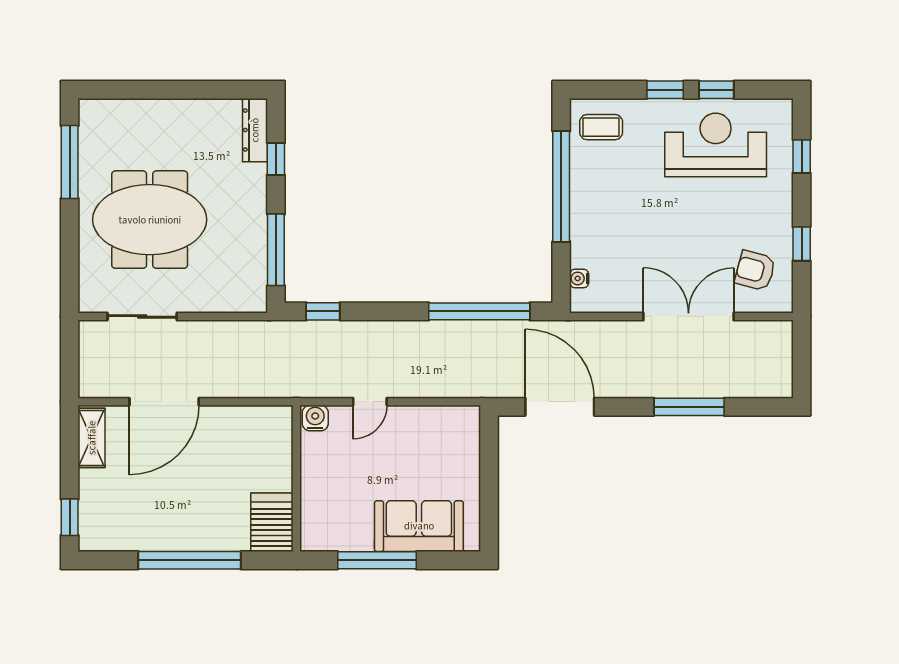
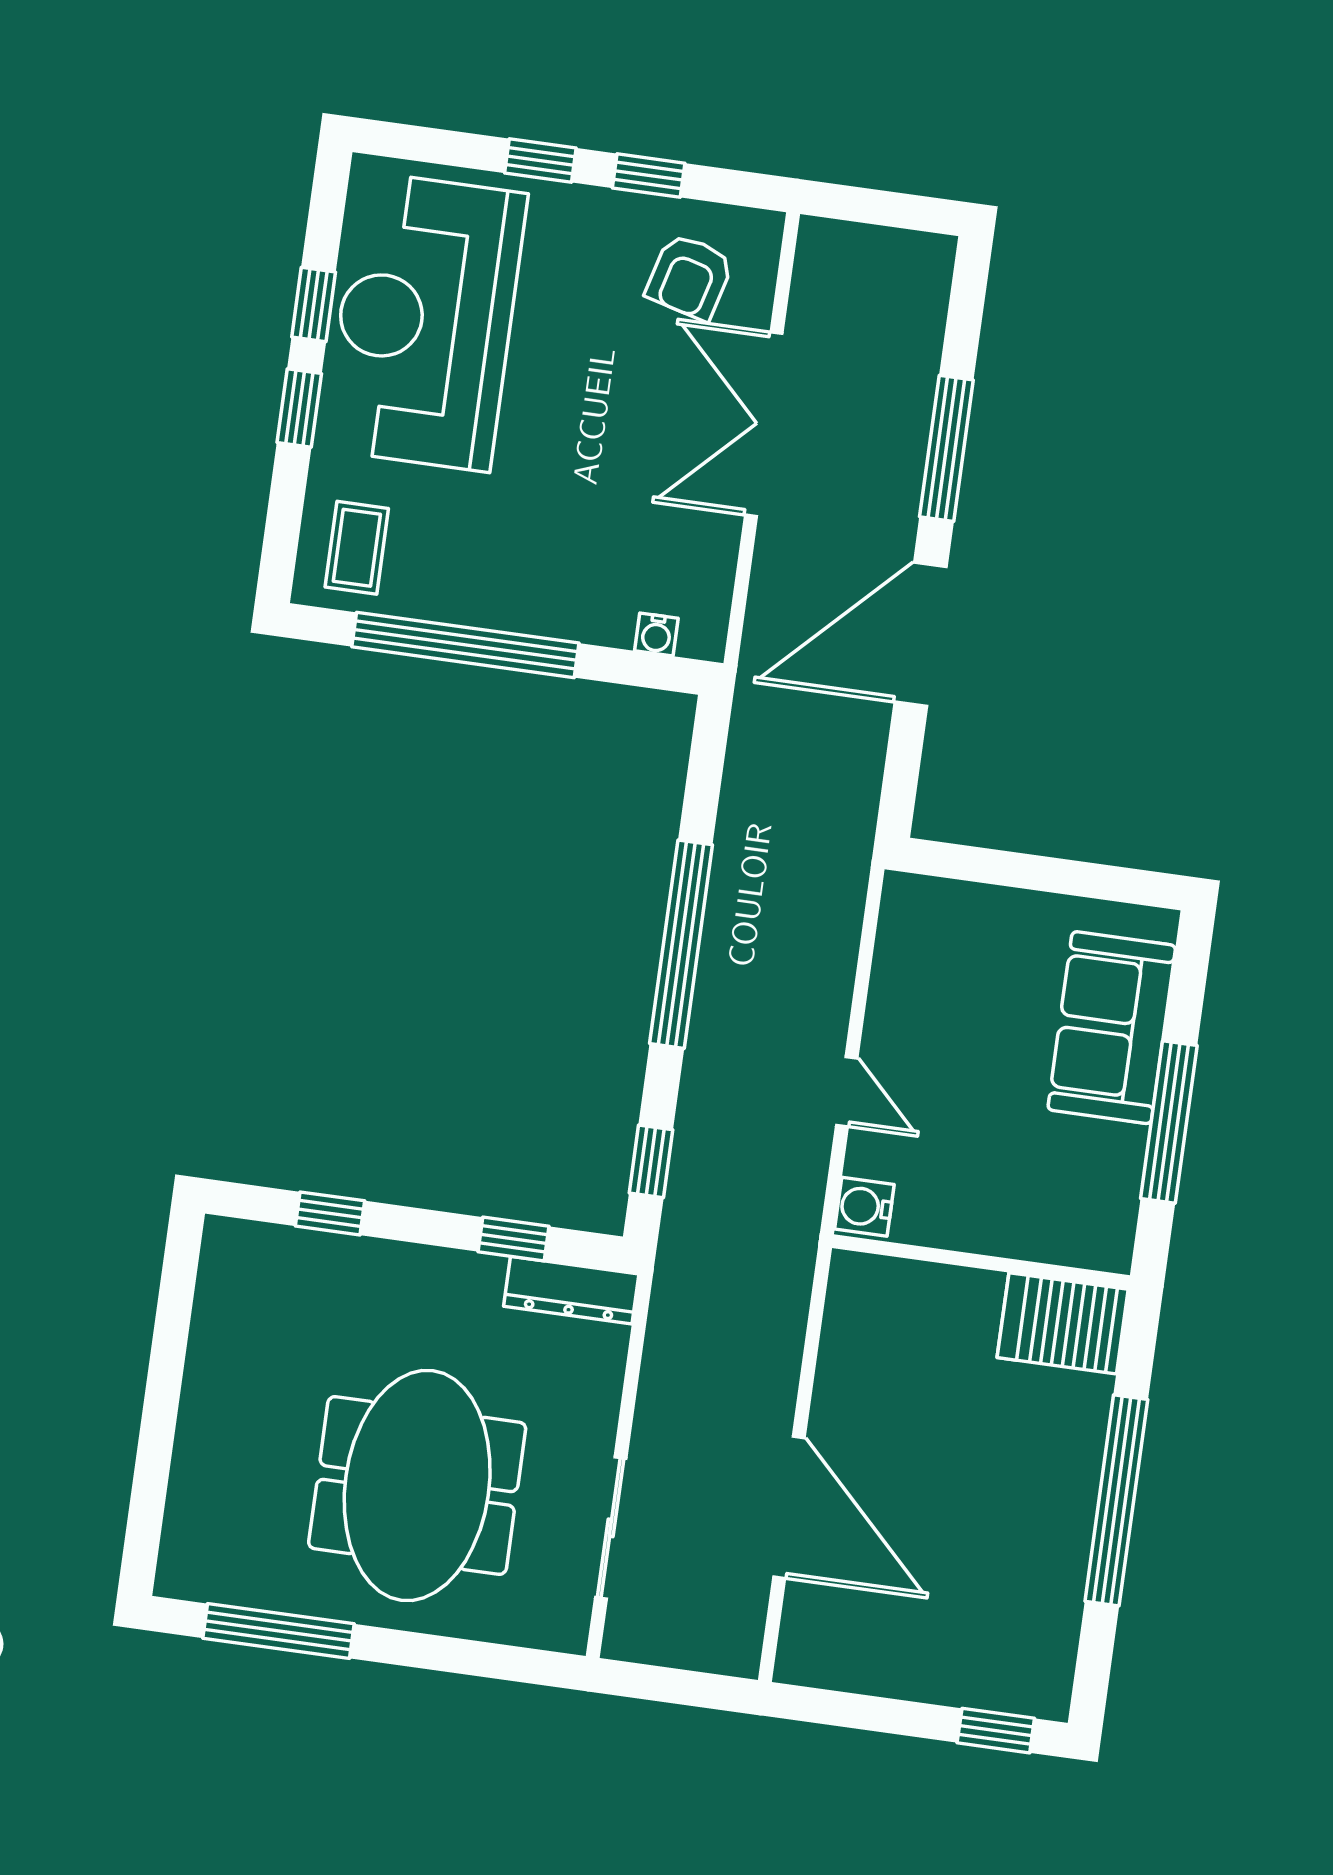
dresser: (255, 130) -> (571, 1290), moved
reception desk: (716, 145) -> (425, 322), width x1.36, depth x1.30
window: (802, 156) -> (540, 161), moved
window: (276, 250) -> (513, 1239), width x0.46
window: (479, 311) -> (681, 944), moved
door: (560, 407) -> (921, 634), moved
shelving: (92, 438) -> (842, 1664), removed

